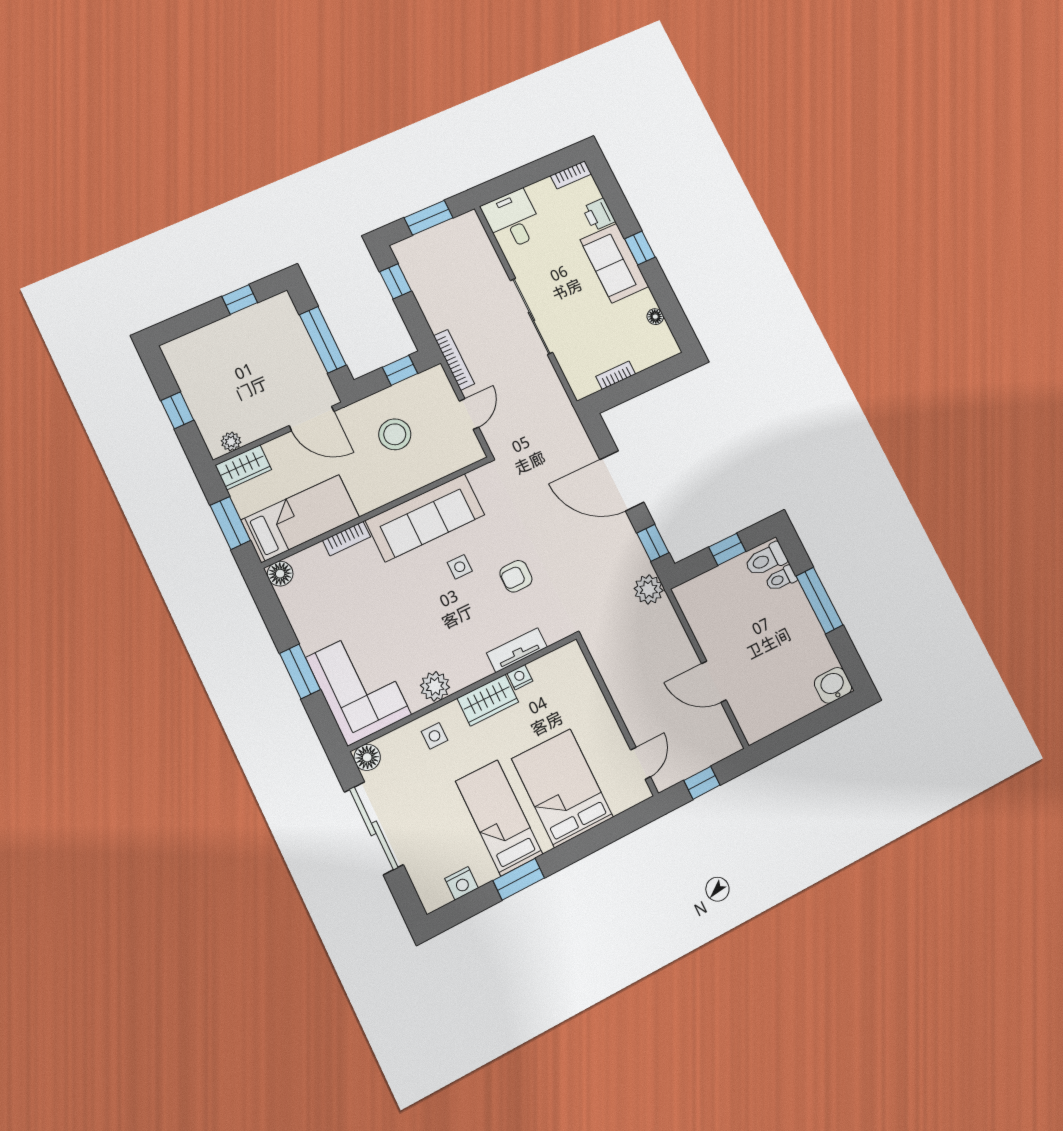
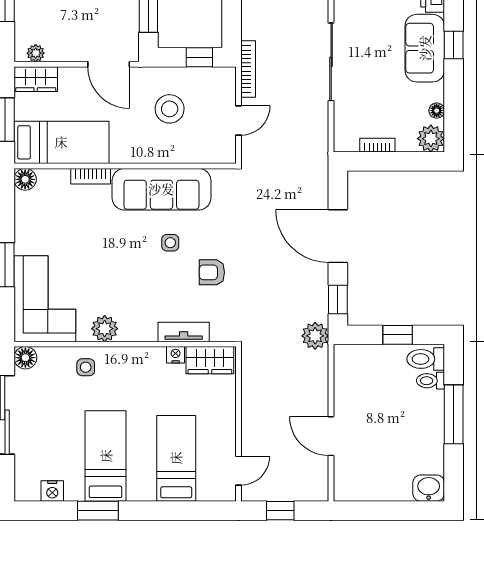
plant: (663, 346) -> (431, 139), added
wardrobe: (488, 700) -> (210, 360), moved
bed: (562, 788) -> (176, 458), width x0.67

